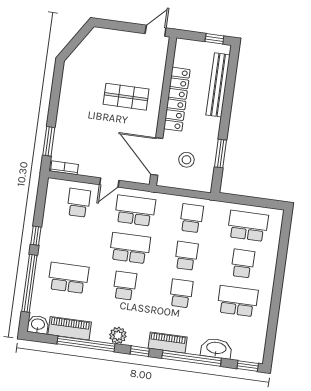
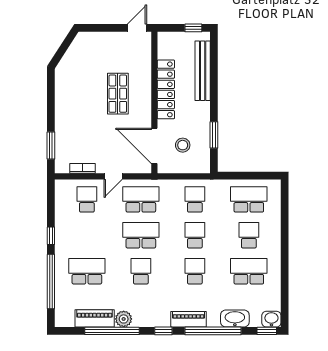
shop shelf: (126, 97) -> (118, 94), turned 90
bookcase: (64, 168) -> (82, 168), moved
washbasin: (38, 325) -> (271, 319), moved
plant: (118, 335) -> (124, 319), moved

